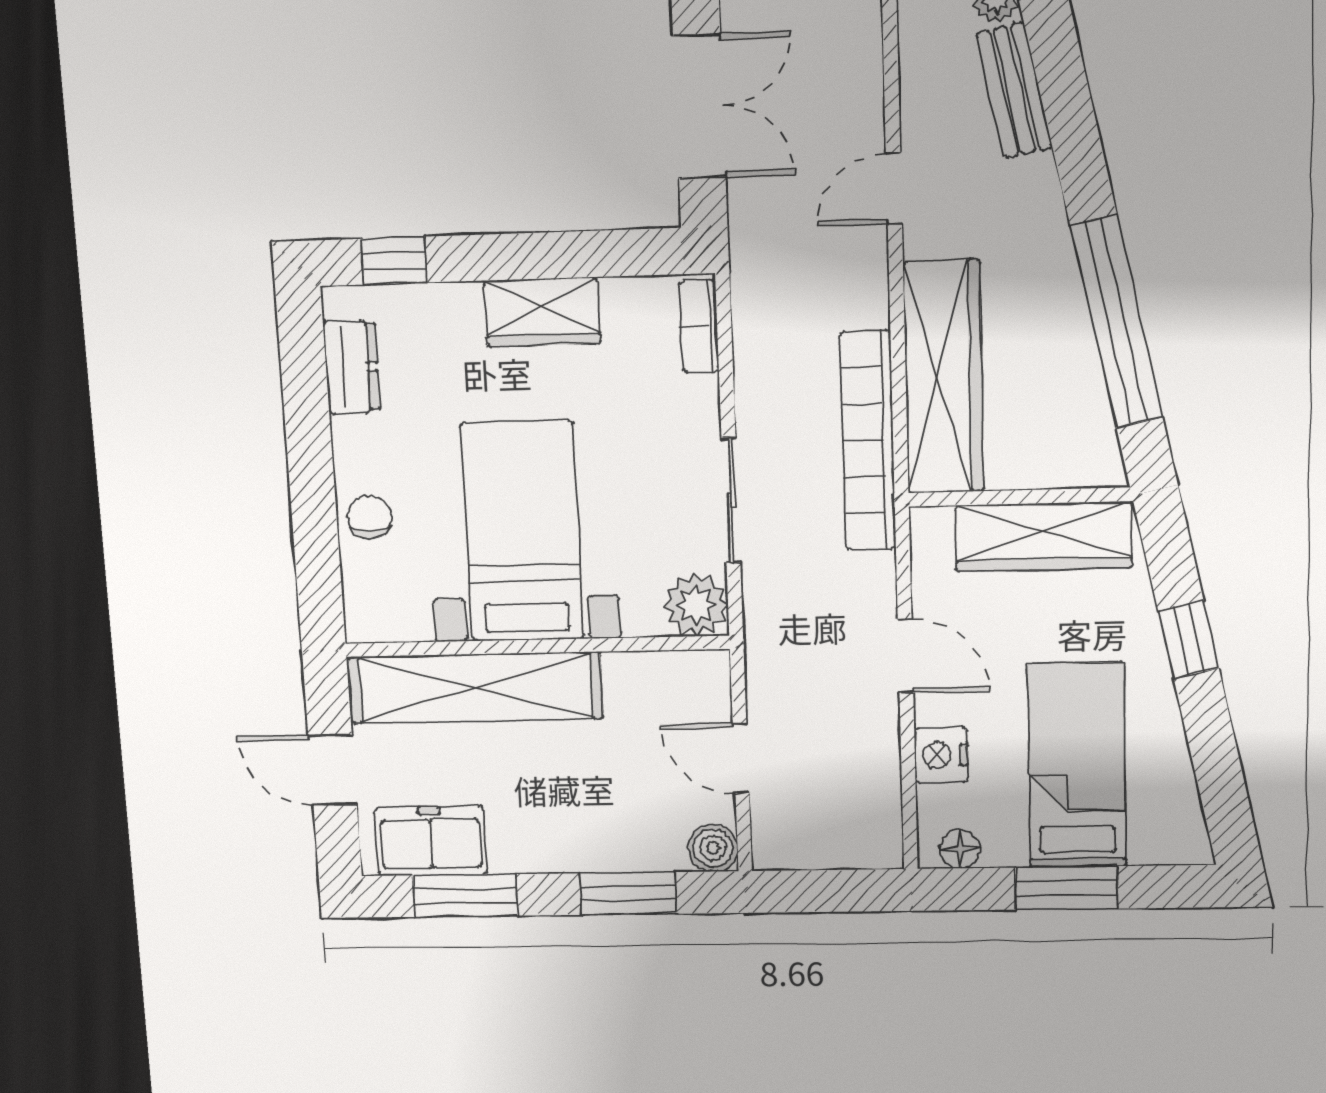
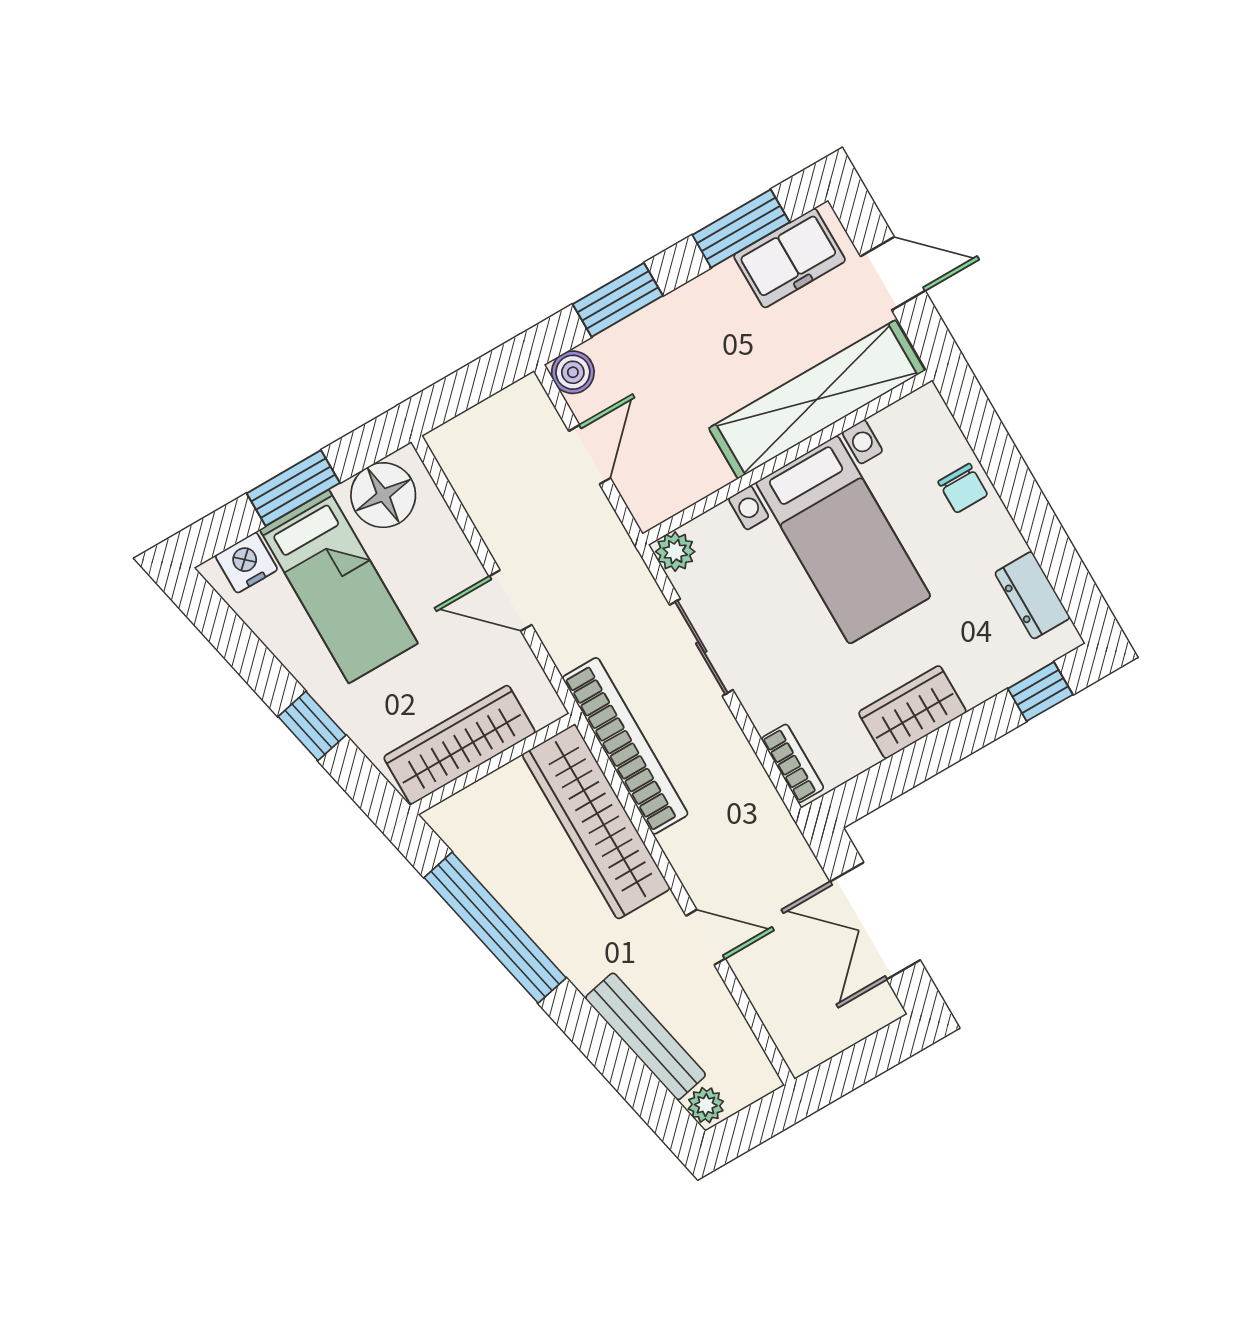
bench: (1014, 91) -> (645, 1036), width x1.36
door: (894, 188) -> (706, 937), hinge flipped
plant: (696, 605) -> (675, 552), width x0.73, depth x0.73
nightstand: (941, 755) -> (246, 563), moved, turned -90
door: (741, 758) -> (590, 455), hinge flipped
floor lamp: (960, 849) -> (383, 495), width x1.89, depth x1.89

